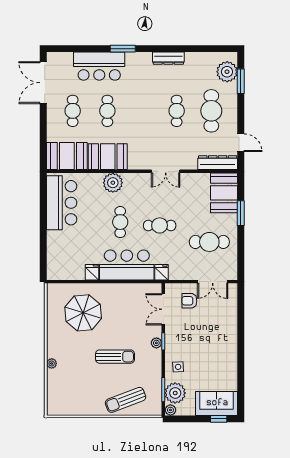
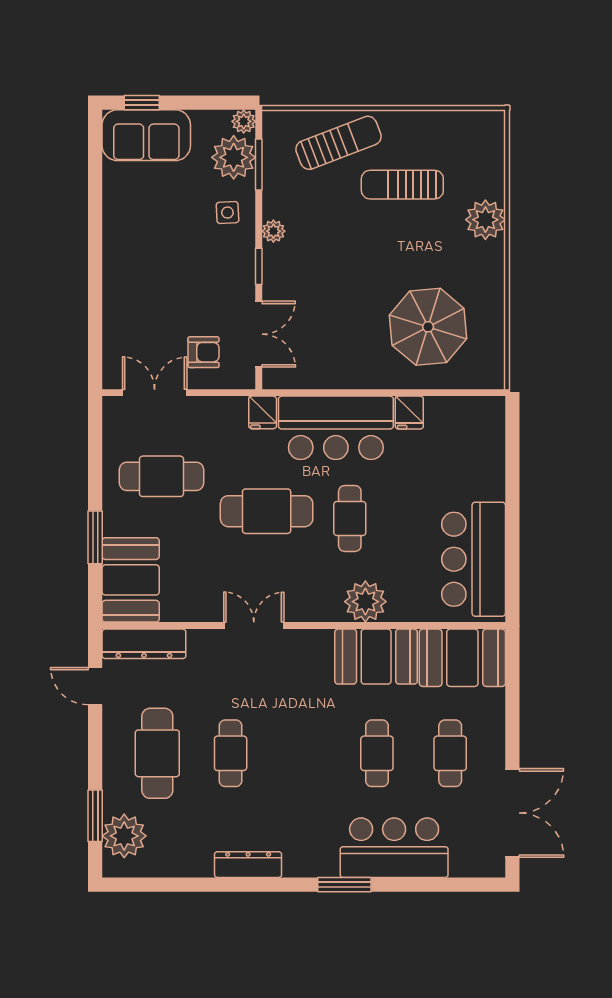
cafe table: (160, 225) -> (267, 511), width x1.37, depth x1.35
plant: (156, 343) -> (273, 231), moved
sun lounger: (115, 357) -> (402, 185), moved
plant: (52, 363) -> (485, 220), width x1.88, depth x1.88

